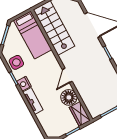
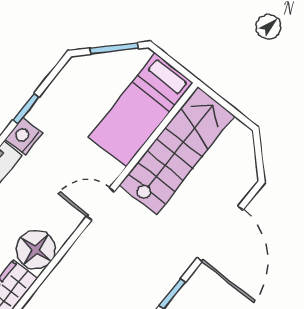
side table: (16, 62) -> (64, 99), removed
door: (67, 75) -> (101, 204), moved

